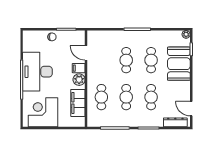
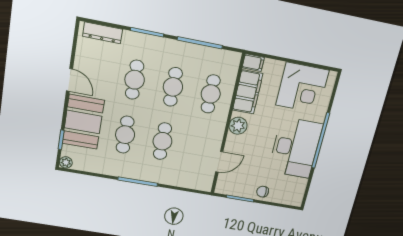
door: (86, 53) -> (219, 162), hinge flipped
filing cabinet: (79, 68) -> (253, 63), moved
door: (191, 109) -> (69, 80), moved

